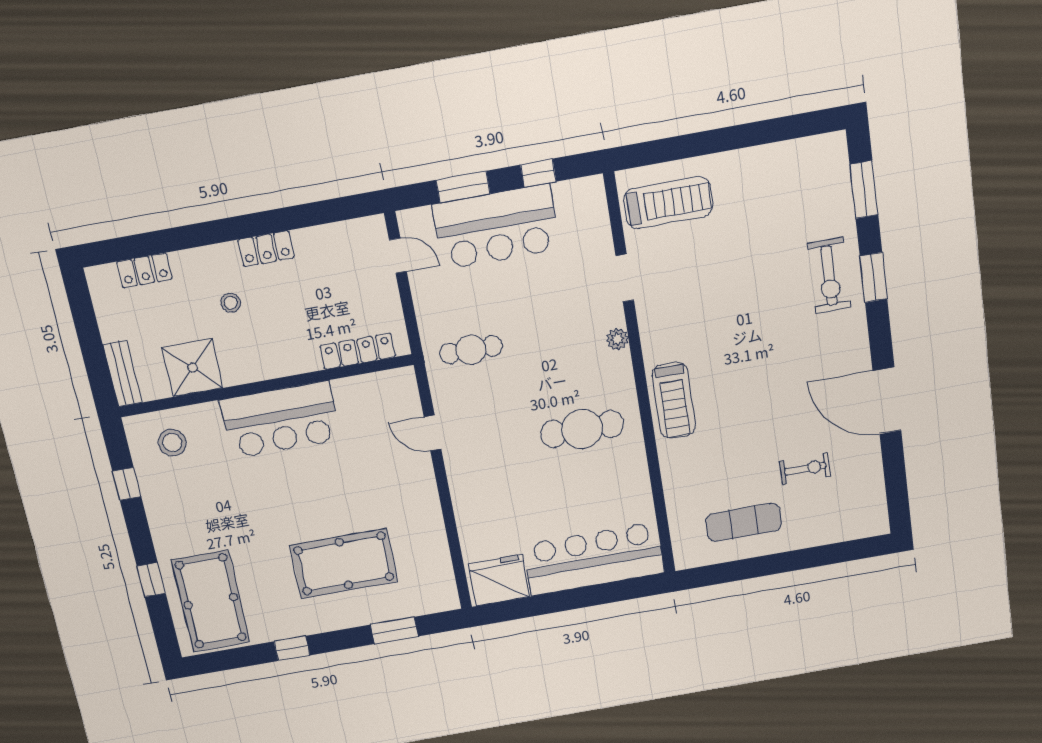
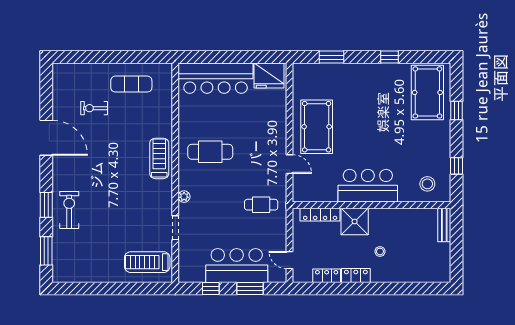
locker: (144, 270) -> (327, 276), moved
shower: (192, 368) -> (355, 221), moved
pool table: (344, 563) -> (317, 127), moved, turned 90

